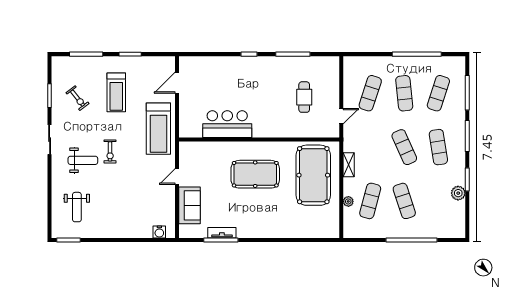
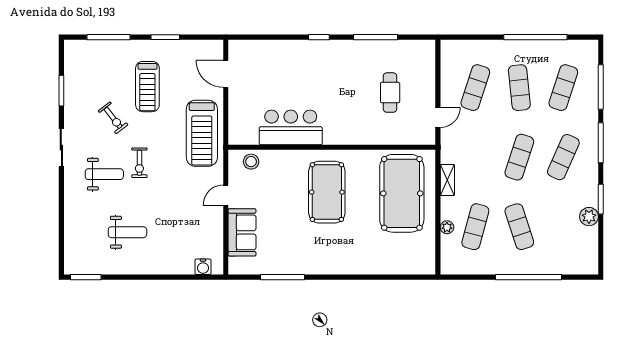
door: (177, 83) -> (226, 74), hinge flipped
exercise bike: (77, 98) -> (113, 118), moved
exercise mat: (404, 147) -> (519, 157), turned 42
exercise mat: (438, 147) -> (563, 157), turned 33
stool: (197, 151) -> (251, 162), added
pool table: (255, 174) -> (327, 192), turned 90
weight bench: (77, 207) -> (127, 232), moved, turned -90
tv unit: (222, 233) -> (284, 268), removed

